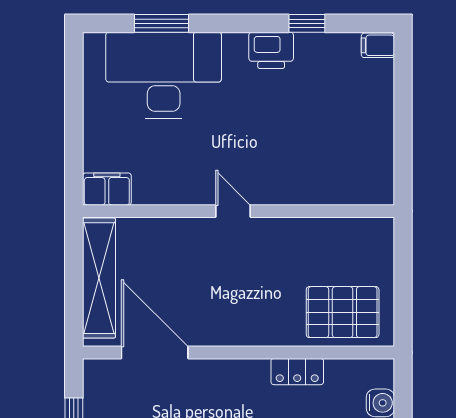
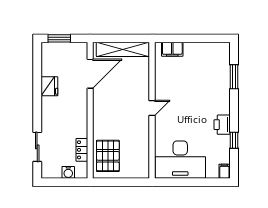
desk: (164, 75) -> (180, 160), moved, turned 90
filing cabinet: (107, 189) -> (172, 49), moved, turned 90
locker: (297, 372) -> (82, 150), moved

